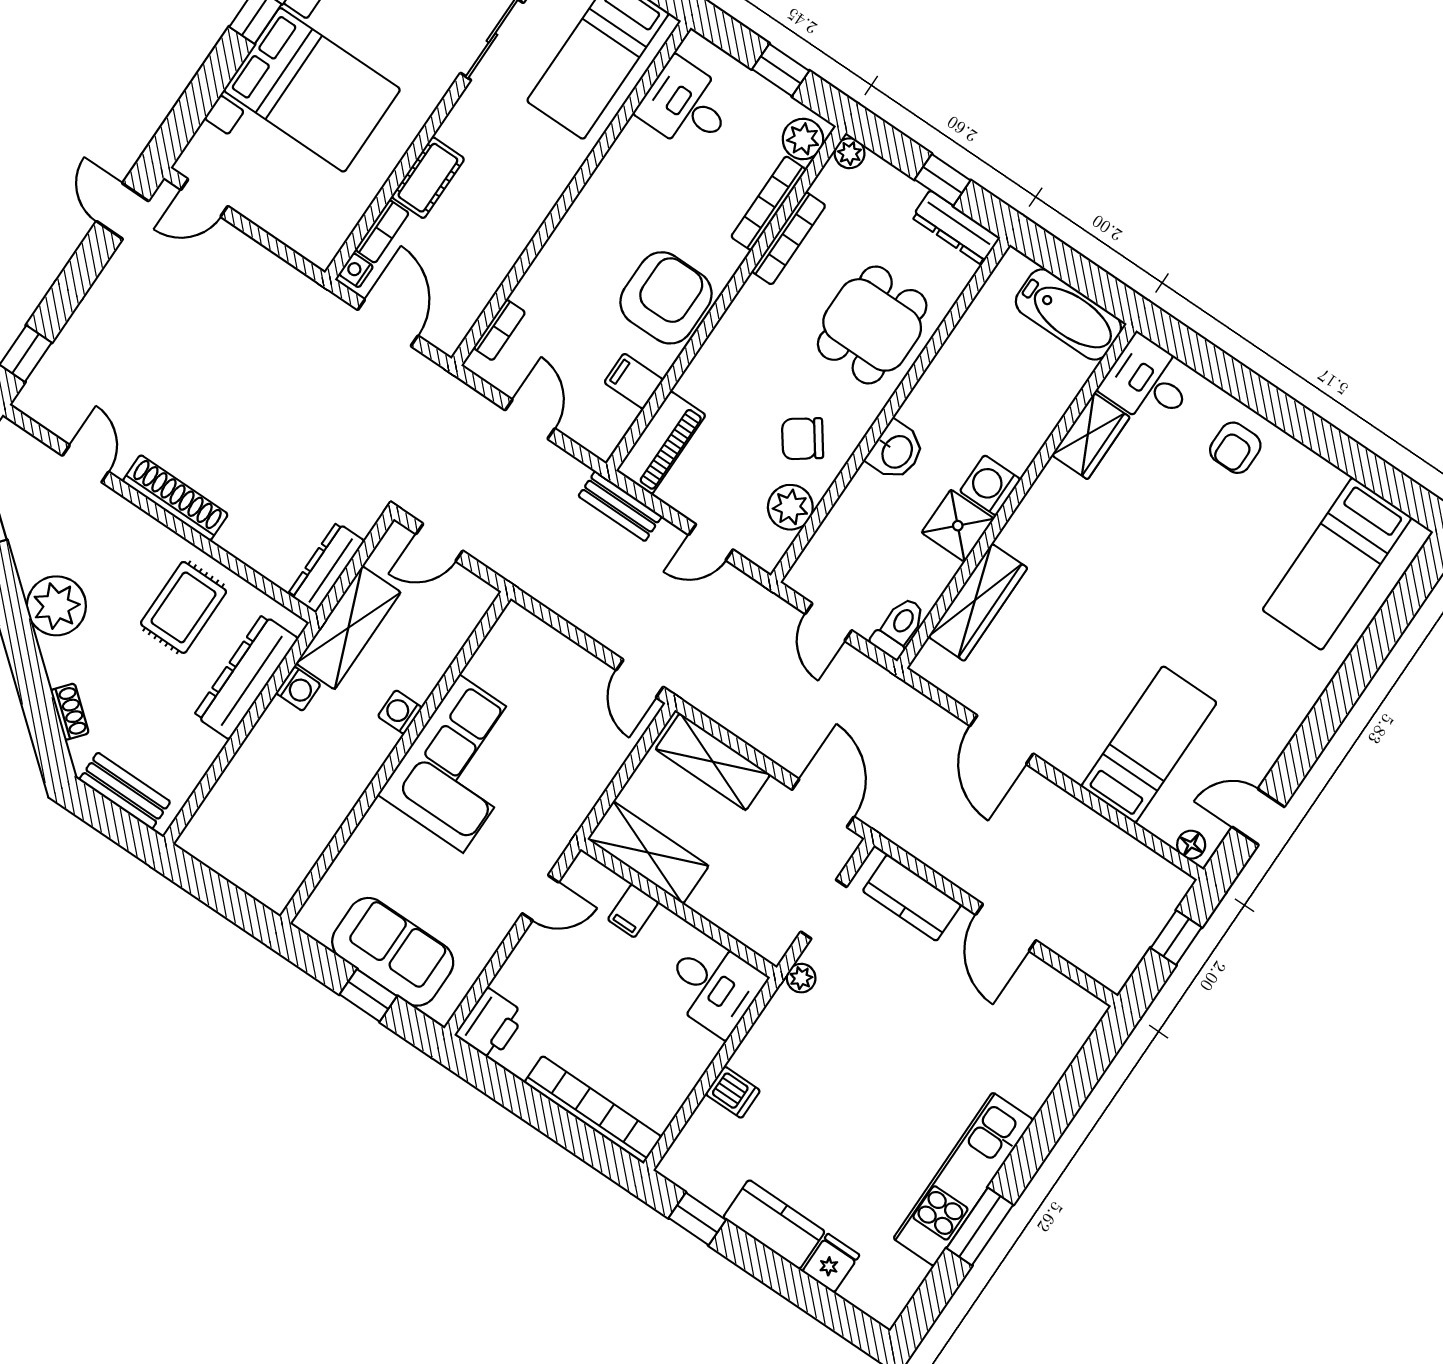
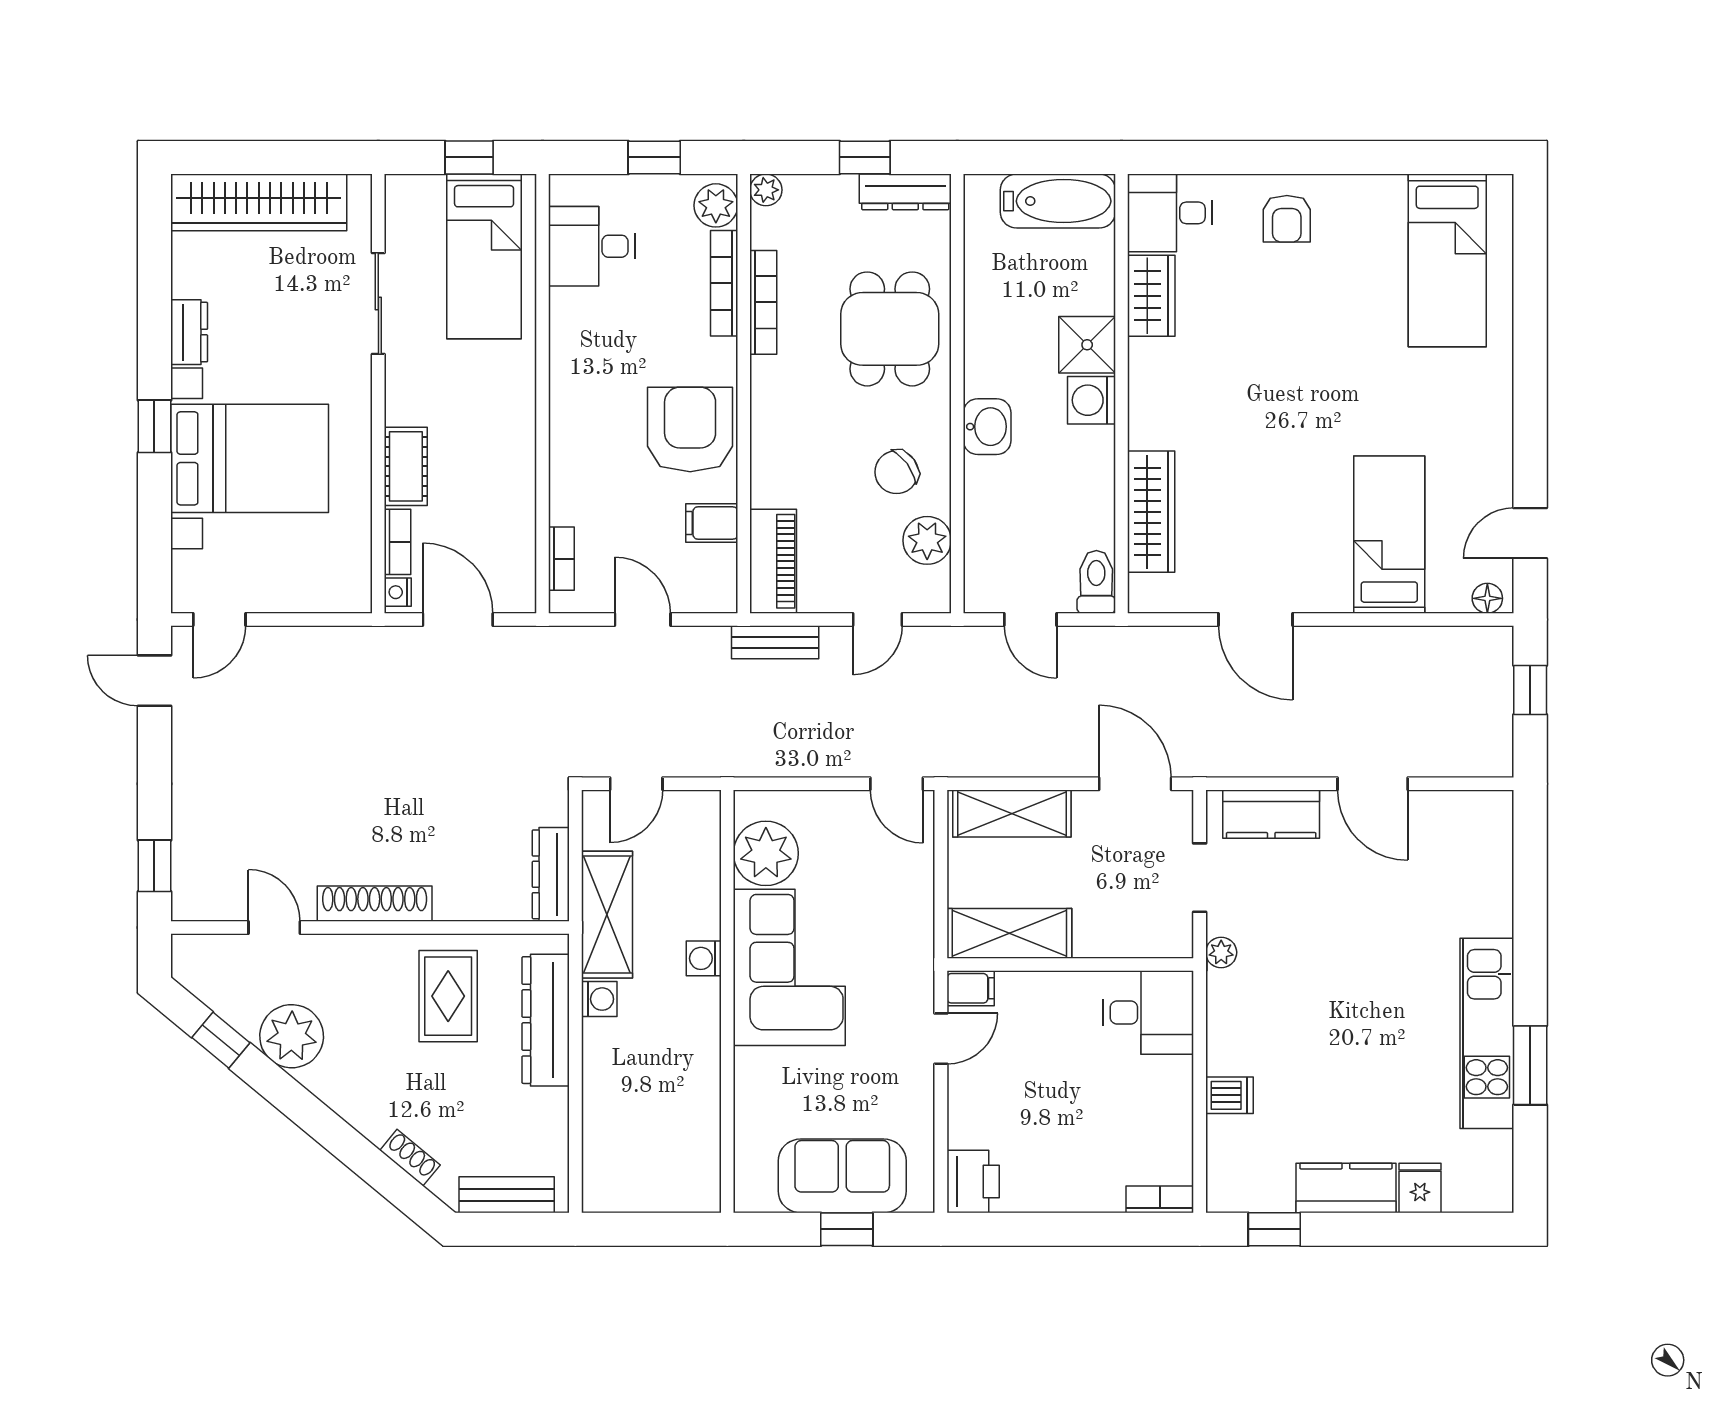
shower: (958, 526) -> (1087, 345), moved
plant: (56, 606) -> (292, 1036), moved
plant: (503, 664) -> (766, 853), added
filing cabinet: (633, 911) -> (971, 988), moved, turned -90
bookcase: (593, 1110) -> (1160, 1199), width x0.43, depth x0.76

